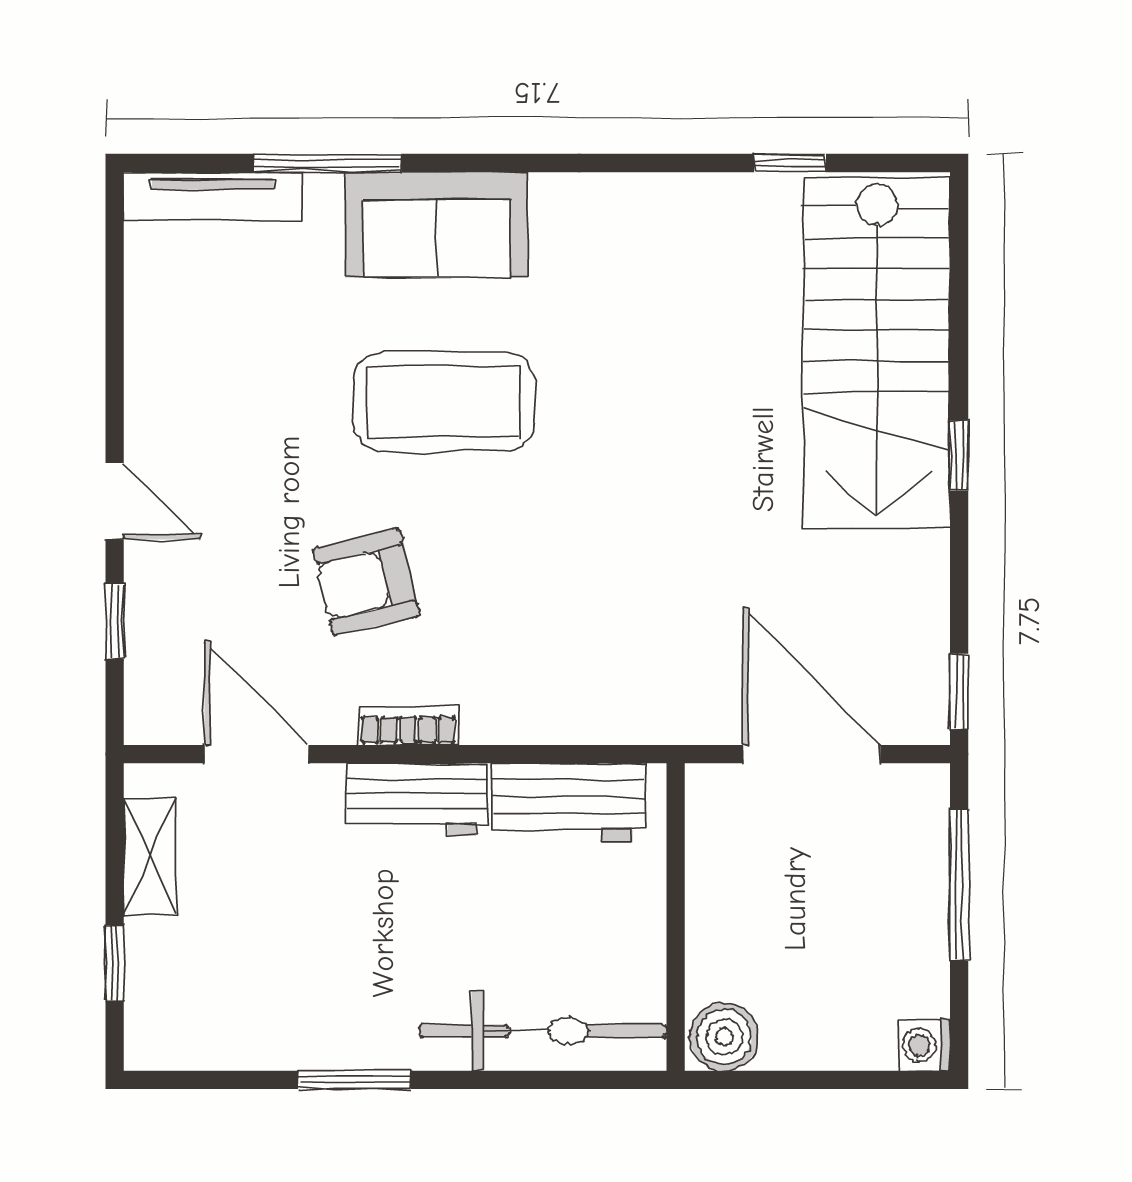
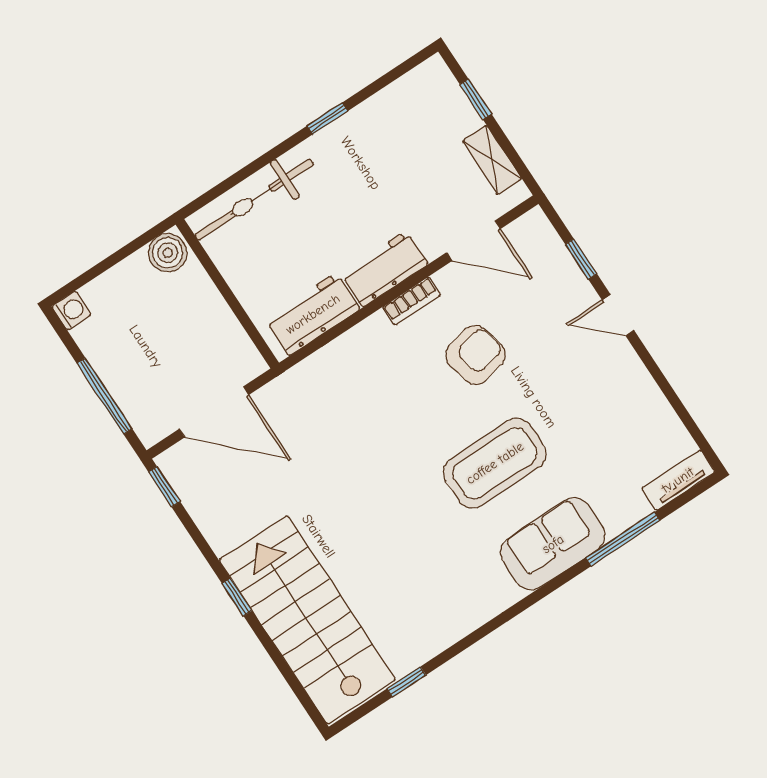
tv unit: (213, 196) -> (678, 480), width x0.71
window: (355, 1080) -> (327, 118), width x0.67

